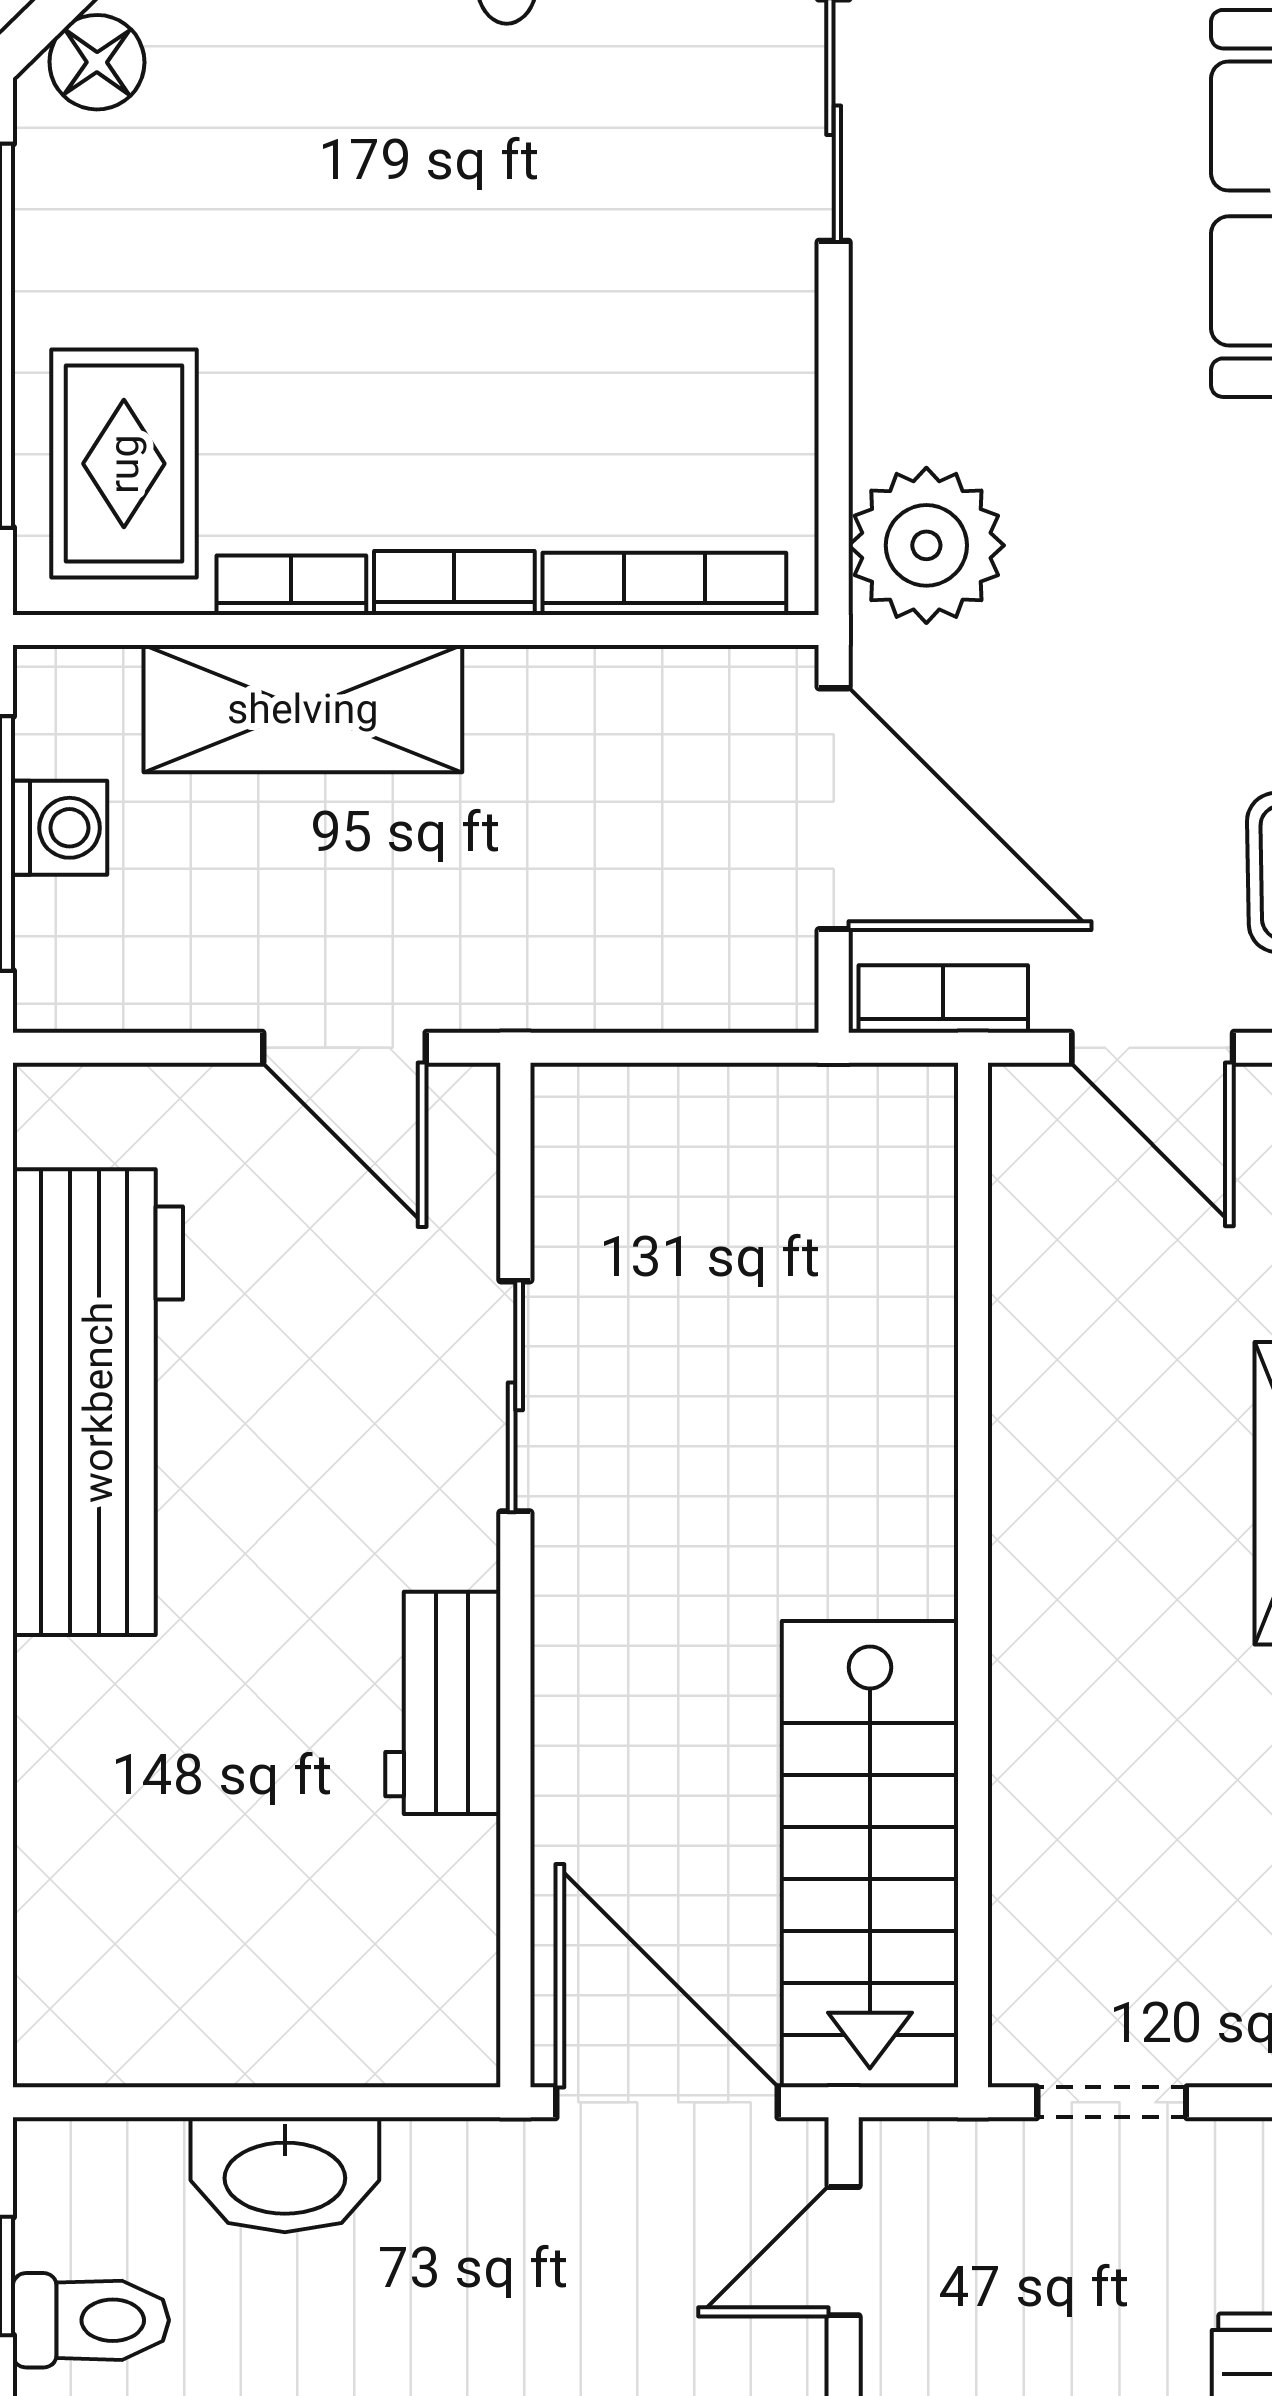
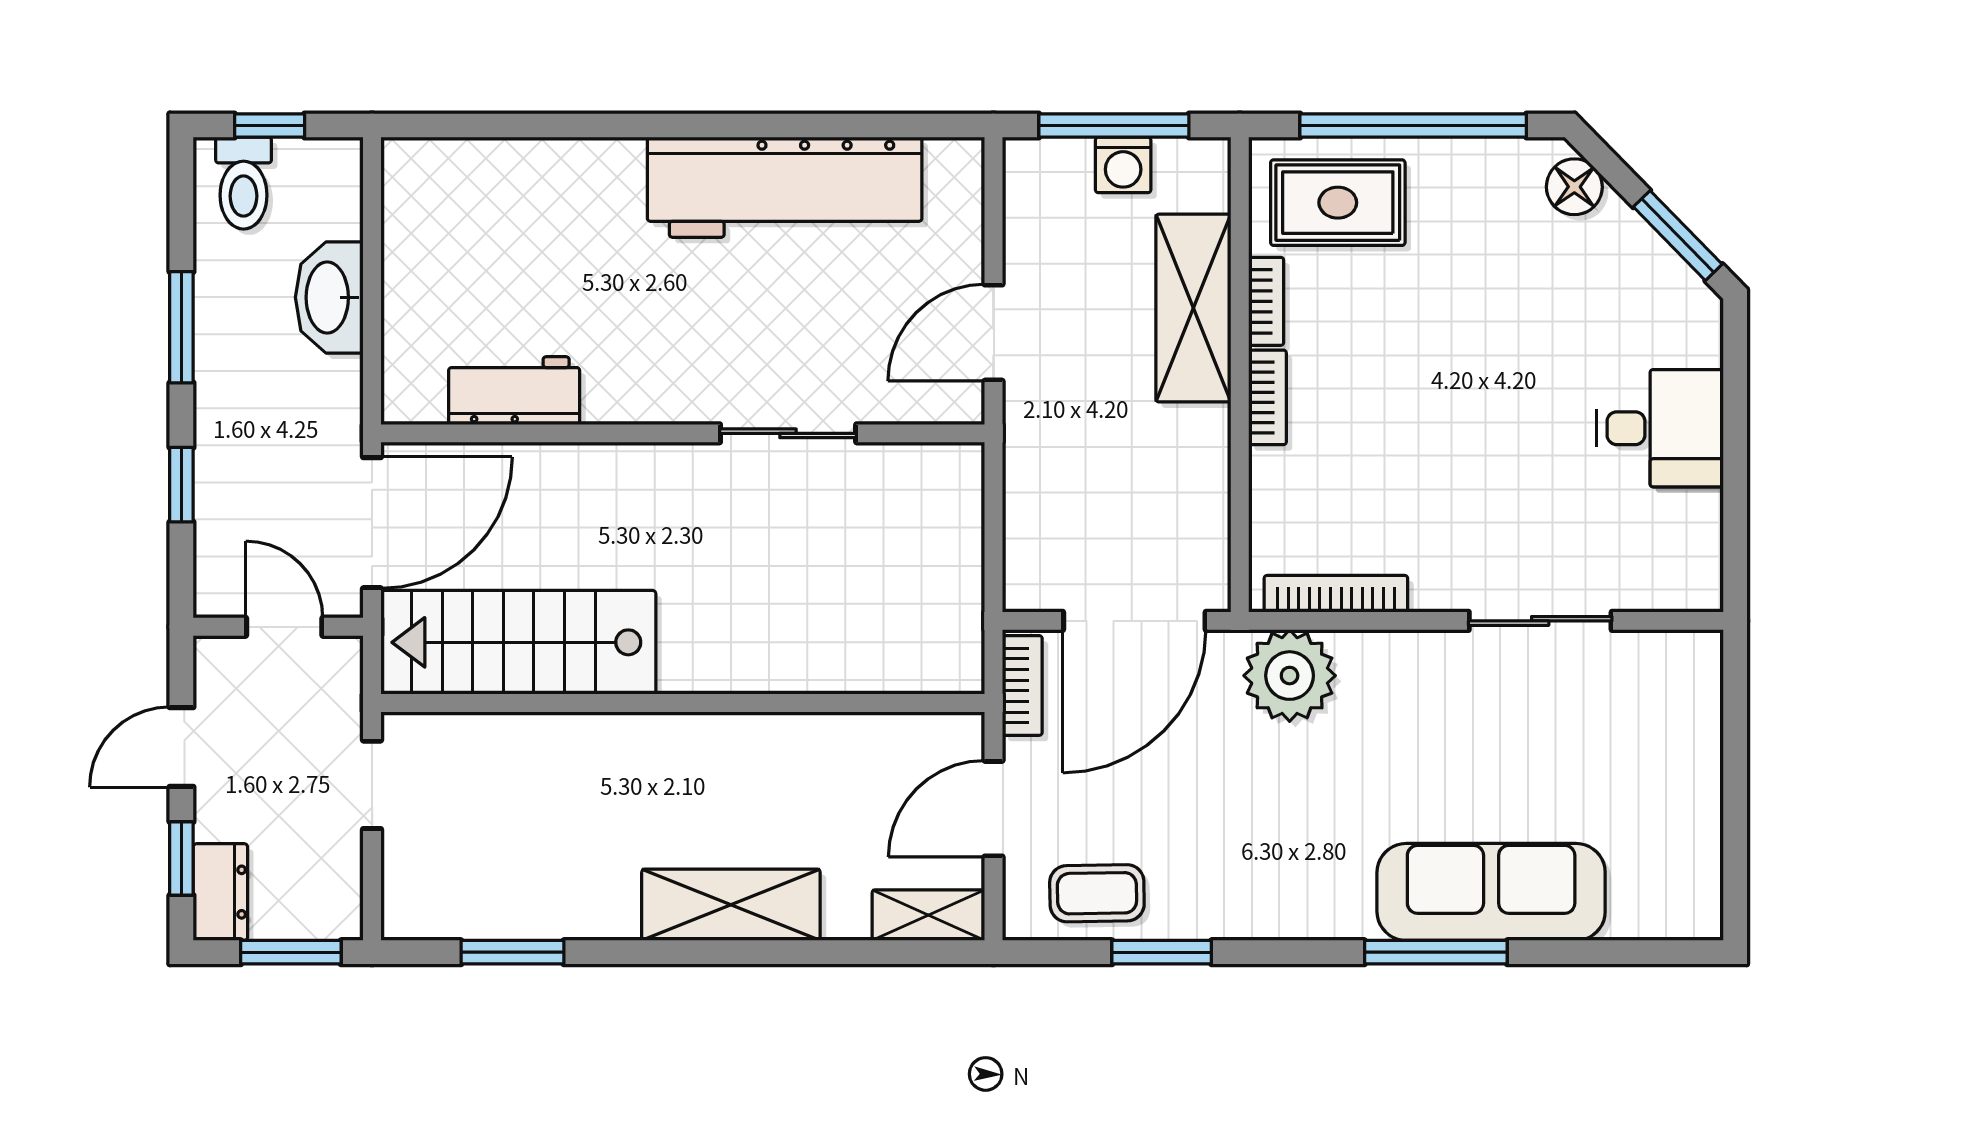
bookcase: (664, 584) -> (1336, 594), moved, turned -90
workbench: (443, 1703) -> (514, 391), moved

